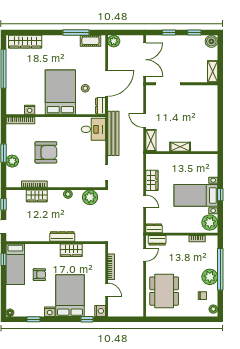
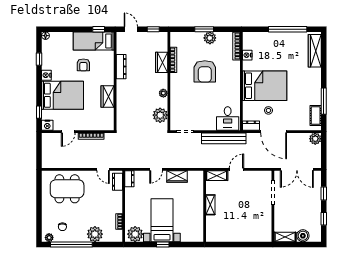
boiler: (211, 41) -> (303, 236), moved
plant: (12, 161) -> (210, 38), moved
dresser: (62, 237) -> (121, 67), moved
window: (220, 269) -> (71, 244), moved
plant: (210, 277) -> (95, 234), moved

